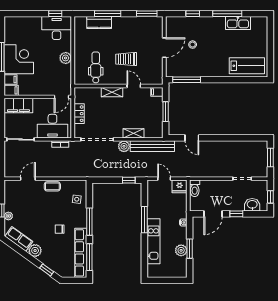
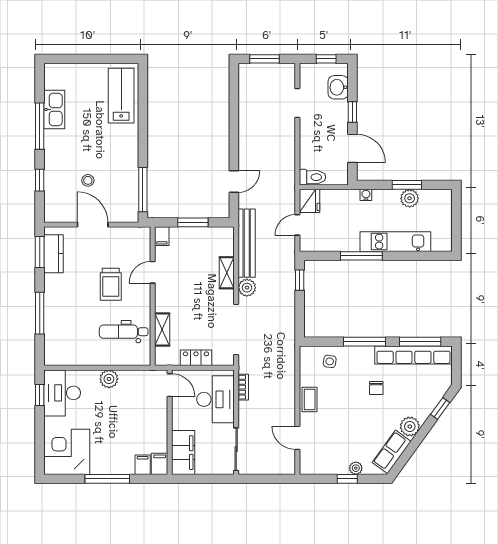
kitchen counter: (99, 23) -> (54, 254), moved
corner desk: (19, 59) -> (67, 452), moved
shelving: (112, 92) -> (162, 329), moved

